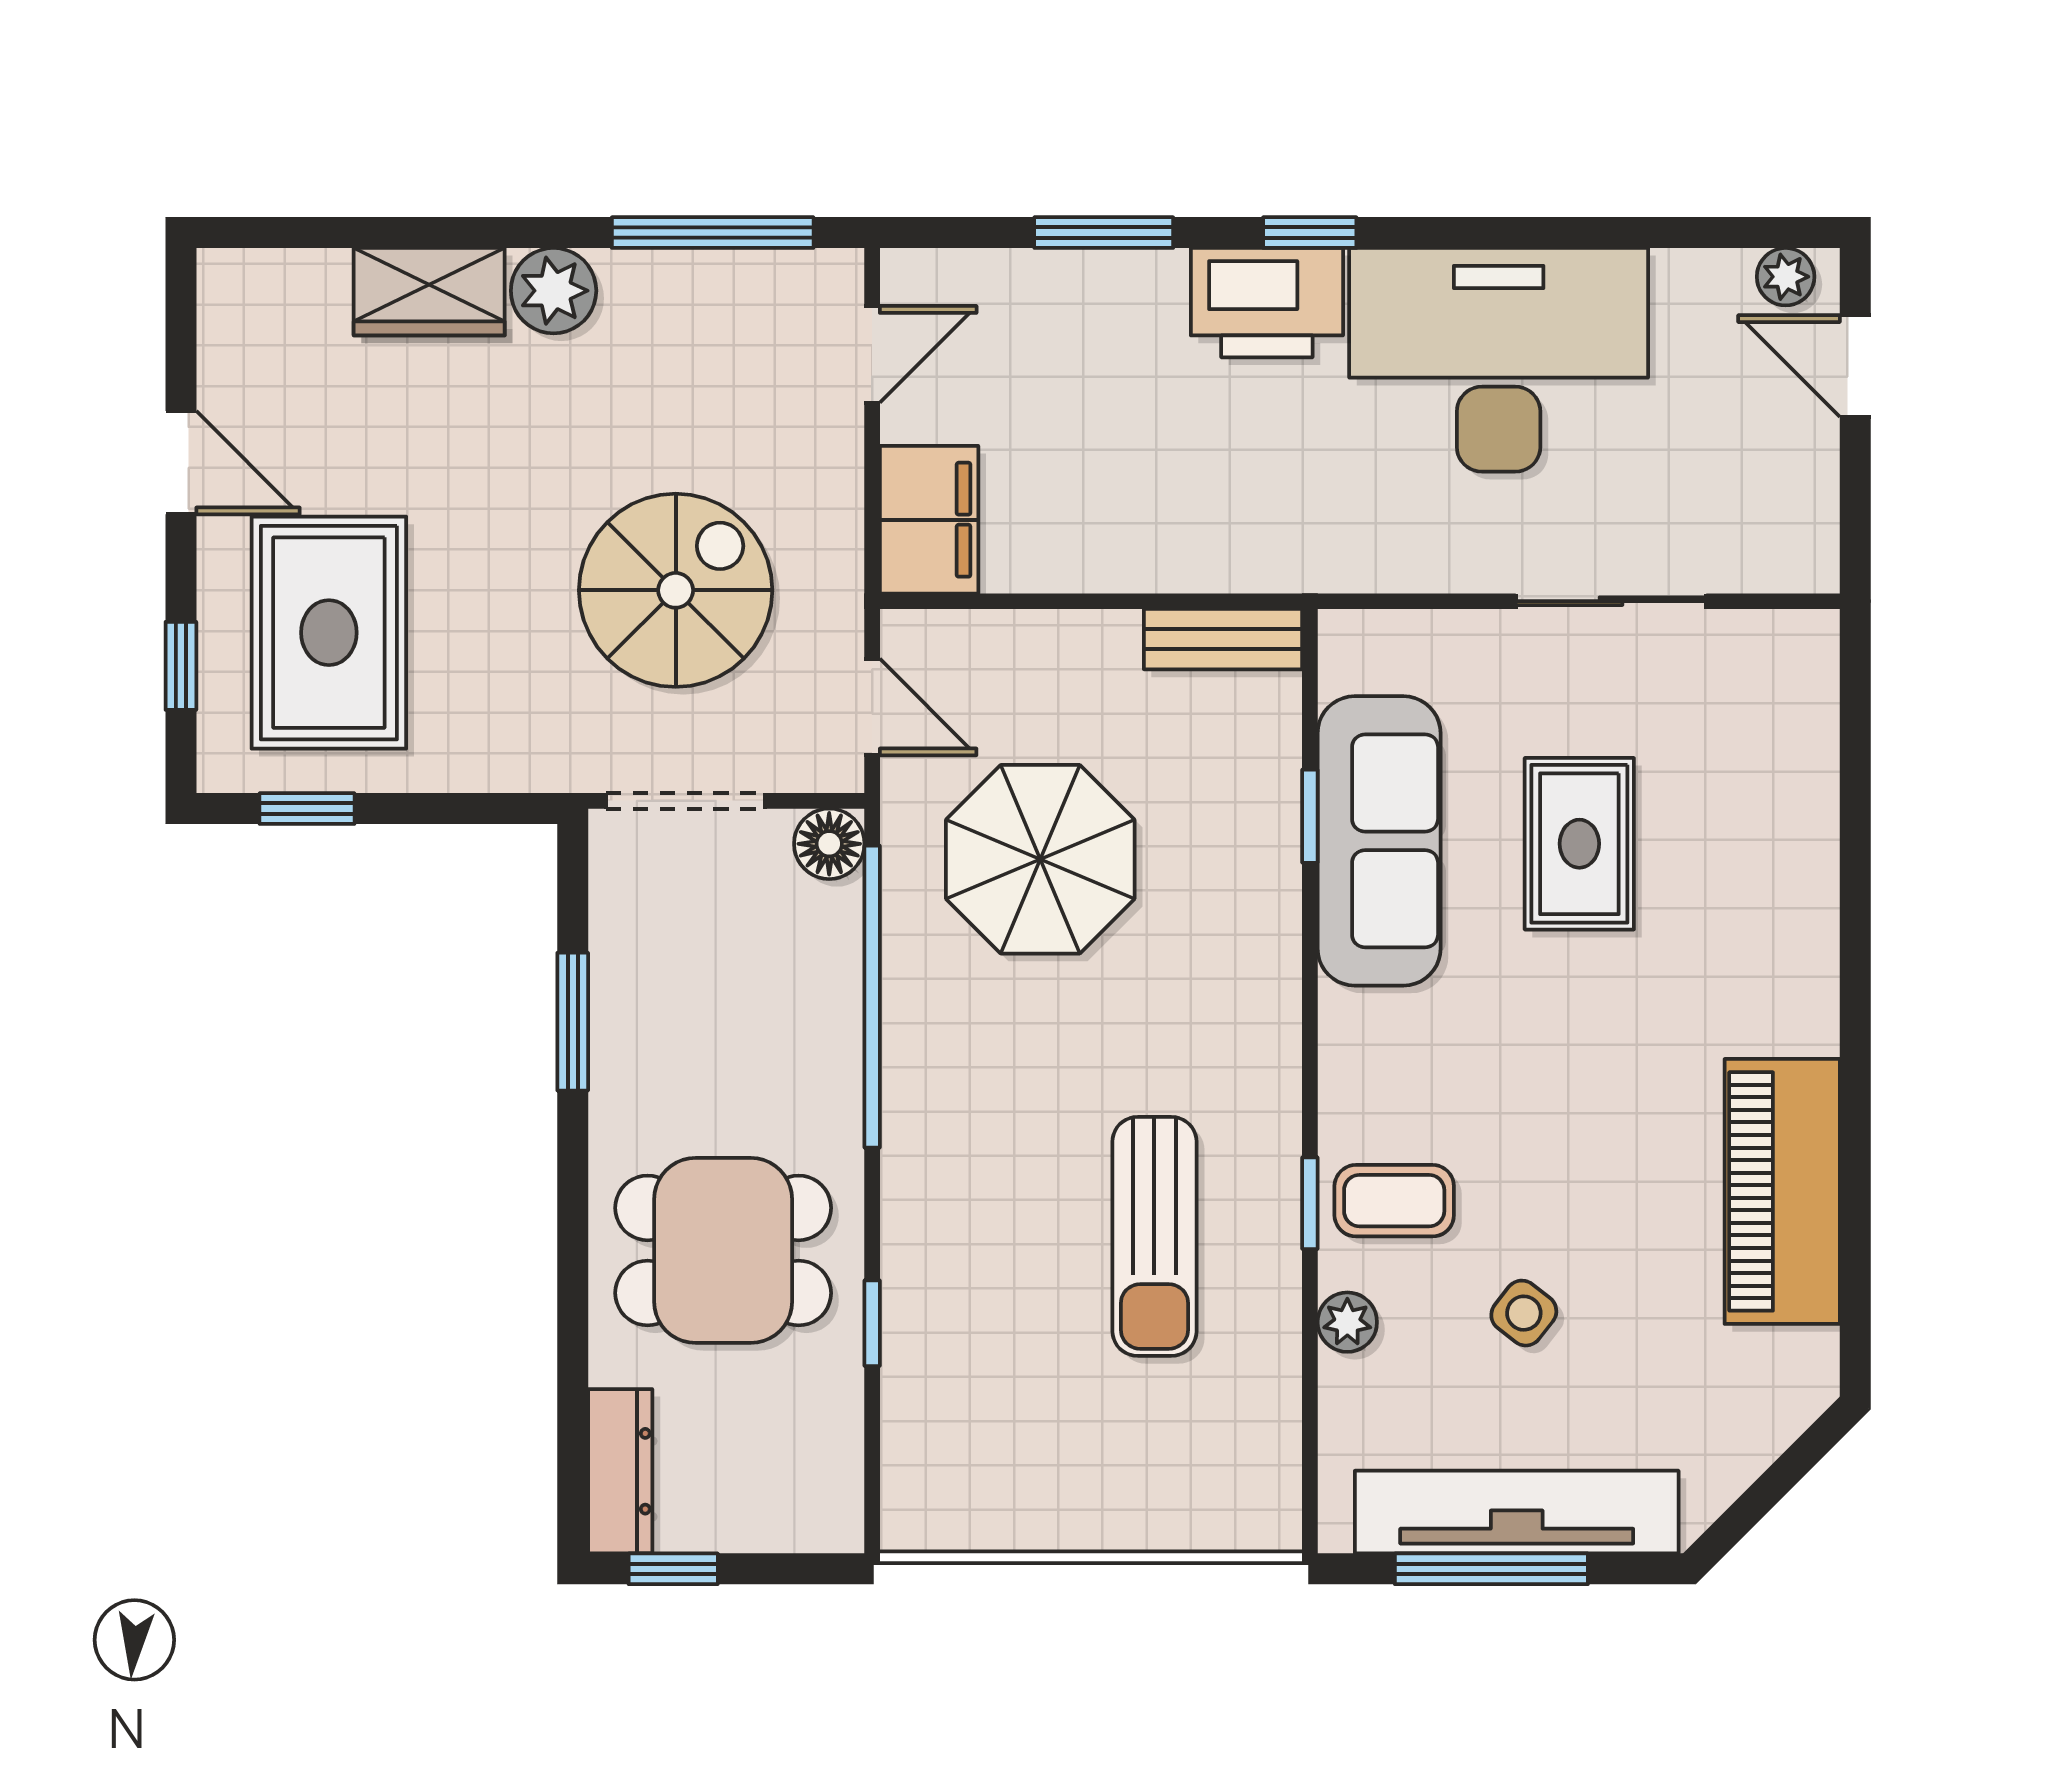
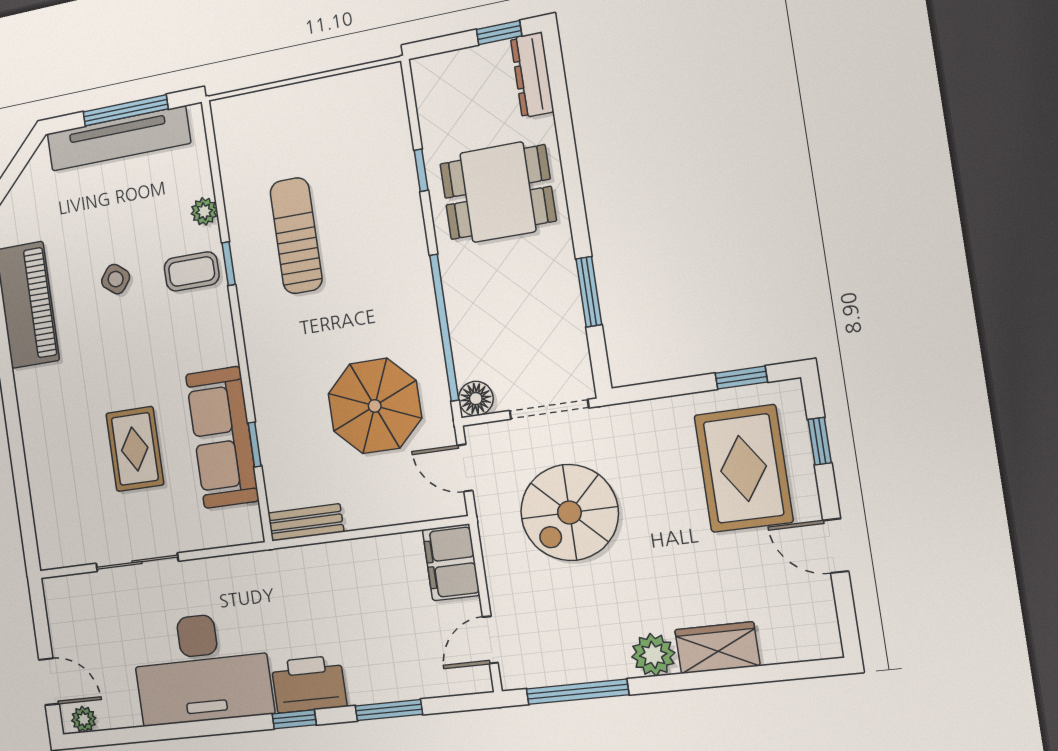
side table: (1524, 1313) -> (116, 279), moved

